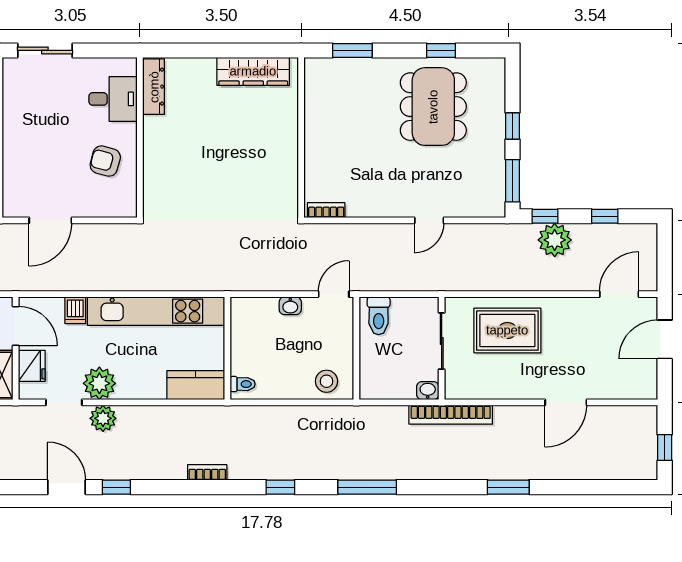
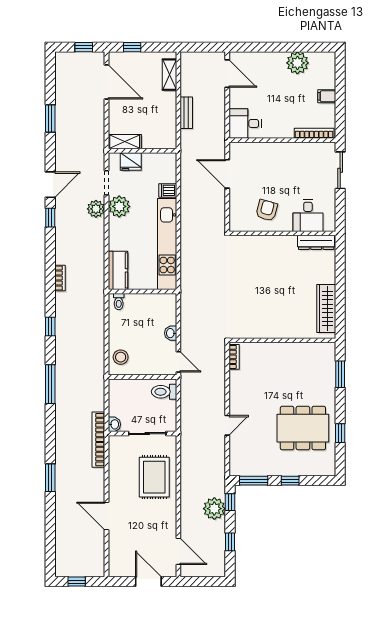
door: (429, 220) -> (227, 425), swing flipped
door: (16, 326) -> (157, 151), removed

